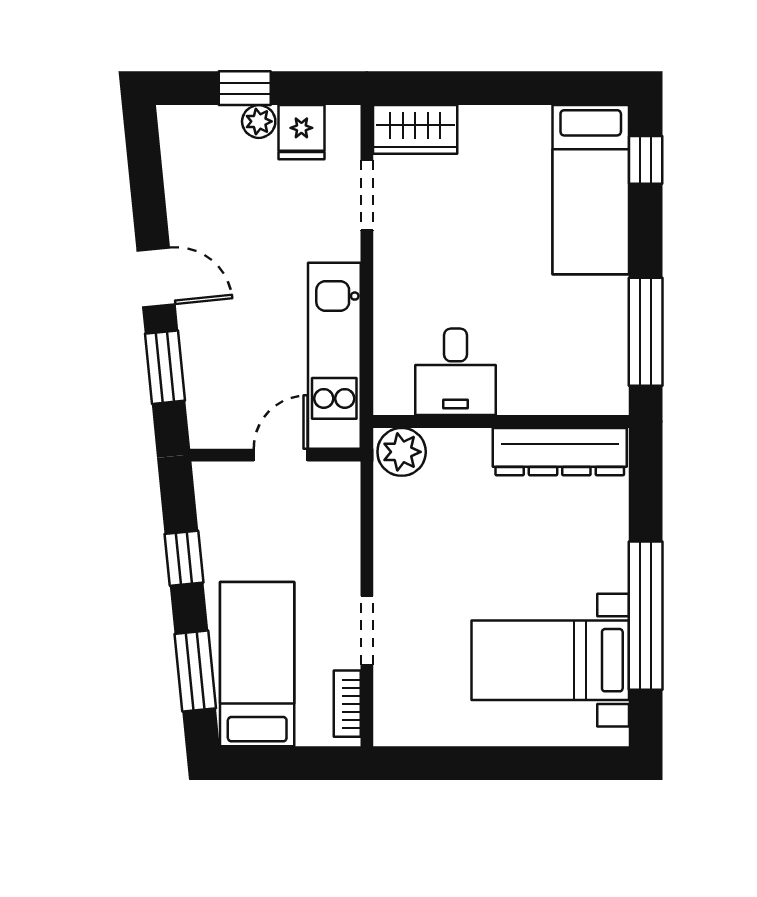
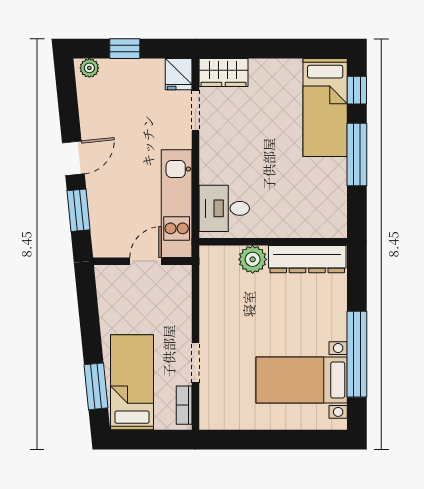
plant: (259, 121) -> (89, 68), moved
fridge: (301, 132) -> (179, 74), moved
door: (156, 277) -> (73, 158), hinge flipped
window: (646, 332) -> (357, 155), moved
desk: (455, 372) -> (224, 208), moved, turned 90
plant: (402, 452) -> (253, 259), moved
window: (184, 558) -> (90, 321), removed

